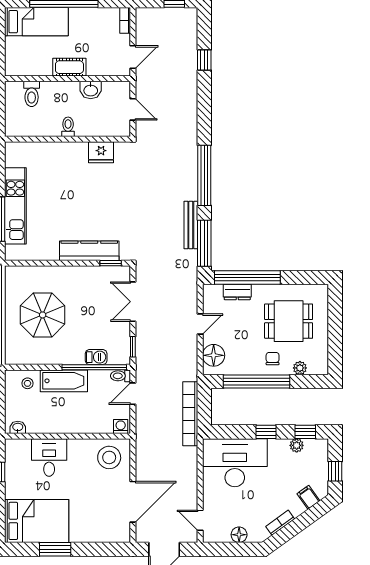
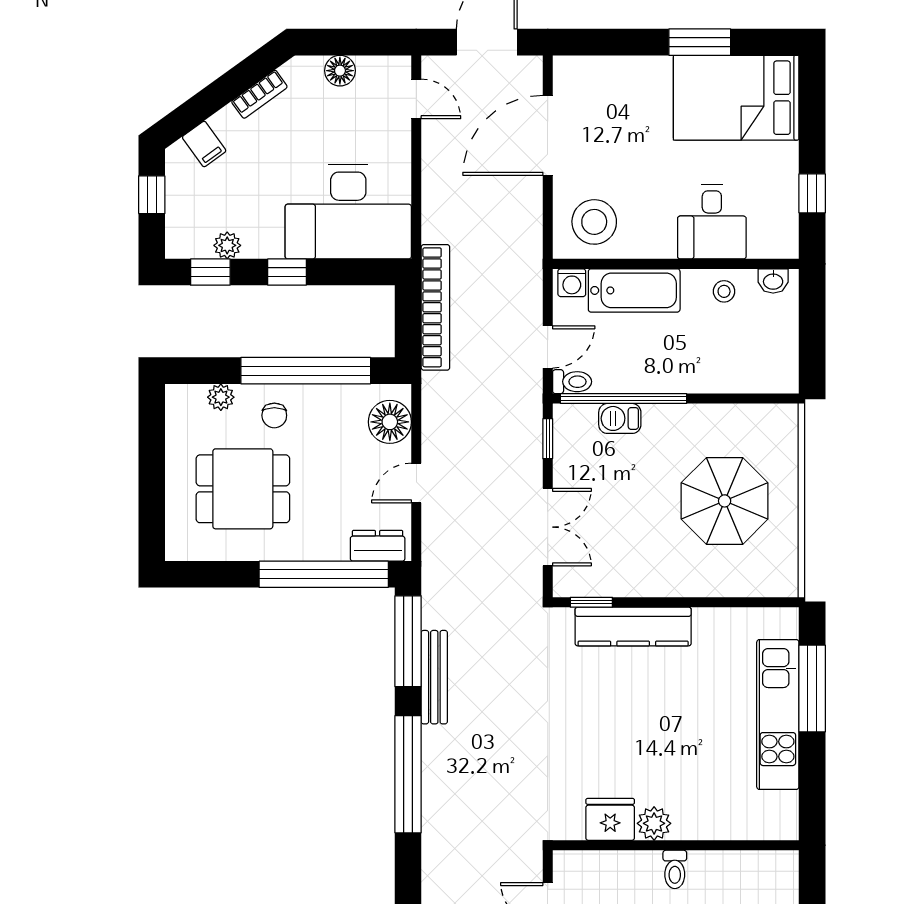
plant: (79, 150) -> (654, 823), added
dresser: (237, 292) -> (378, 546), moved
bathtub: (64, 381) -> (634, 290), moved, turned 180
stool: (27, 383) -> (724, 291), moved

